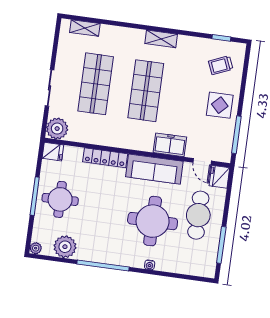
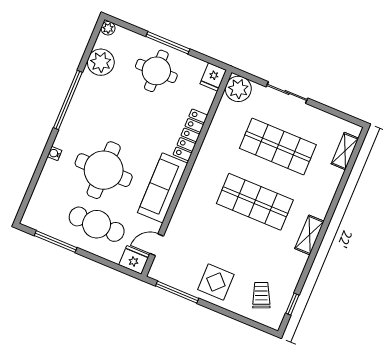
freezer: (170, 145) -> (186, 213), removed

